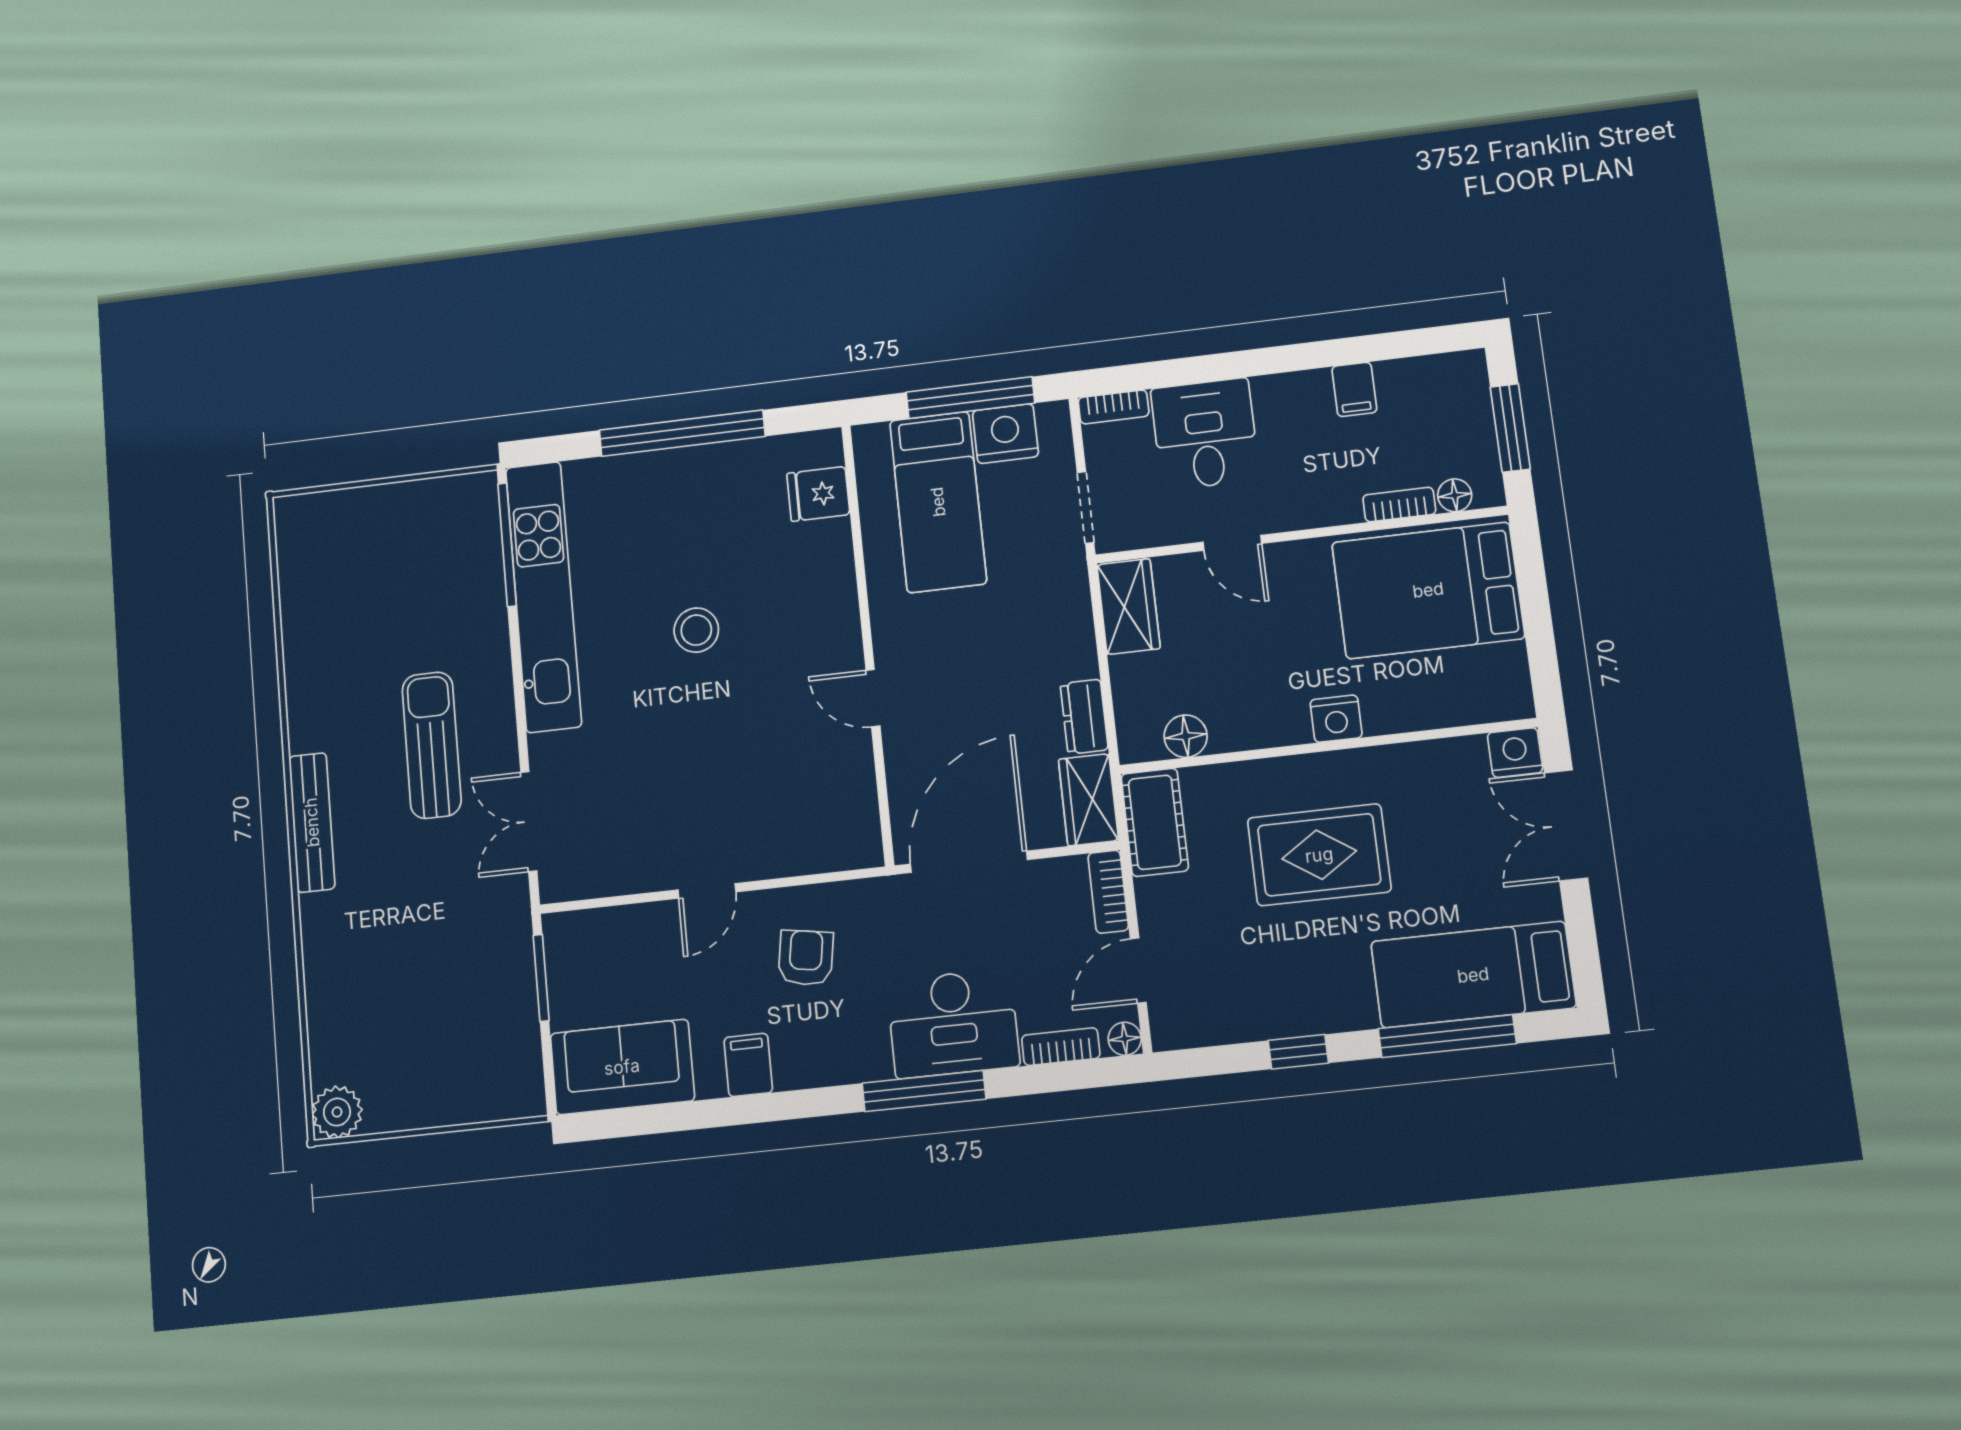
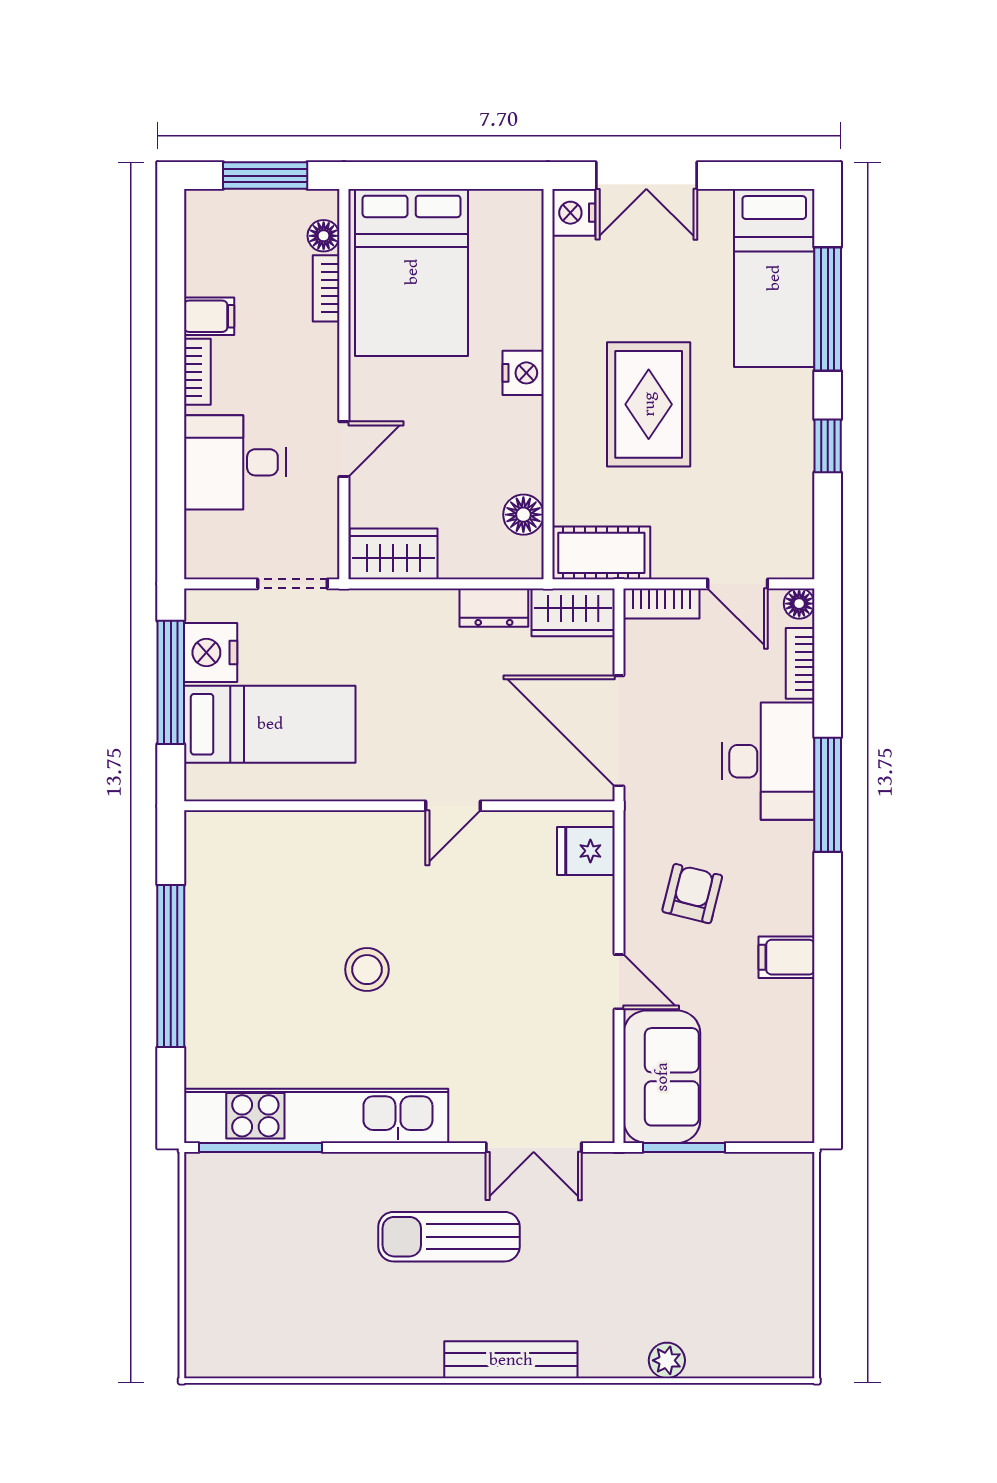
bookcase: (1113, 407) -> (197, 372), moved
fridge: (818, 494) -> (586, 851), moved, turned 90
armchair: (806, 958) -> (692, 894), turned 95
sofa: (622, 1067) -> (662, 1077), moved, turned 180
plant: (337, 1112) -> (667, 1360), moved, width x0.73, depth x0.73

